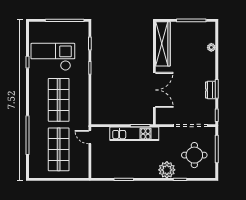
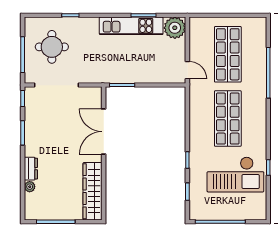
dresser: (211, 90) -> (31, 169), moved
kitchen unit: (134, 134) -> (131, 26), moved, turned 180
plant: (167, 170) -> (175, 28), moved

